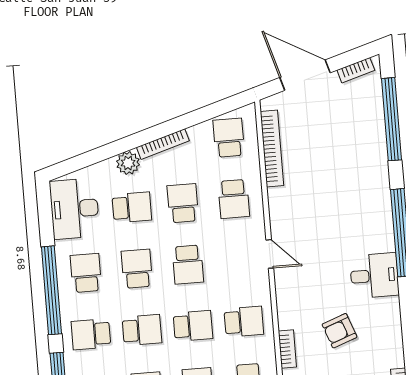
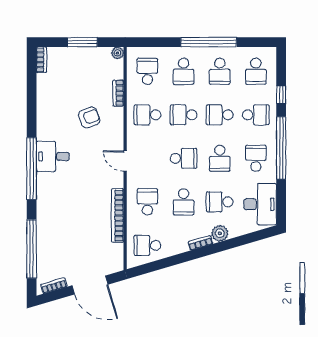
school desk: (229, 138) -> (147, 245), turned 90
bookcase: (163, 144) -> (200, 243), width x0.64
bookcase: (272, 148) -> (118, 215), moved
school desk: (188, 265) -> (184, 158), turned 90
school desk: (86, 273) -> (256, 158), turned 180
desk: (374, 276) -> (53, 156), moved
armchair: (340, 331) -> (89, 117), moved

